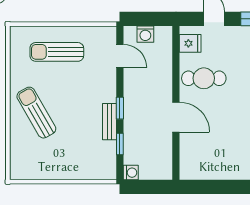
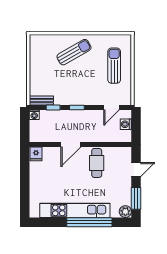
fridge: (190, 43) -> (36, 154), moved
bench: (109, 122) -> (41, 101), moved

